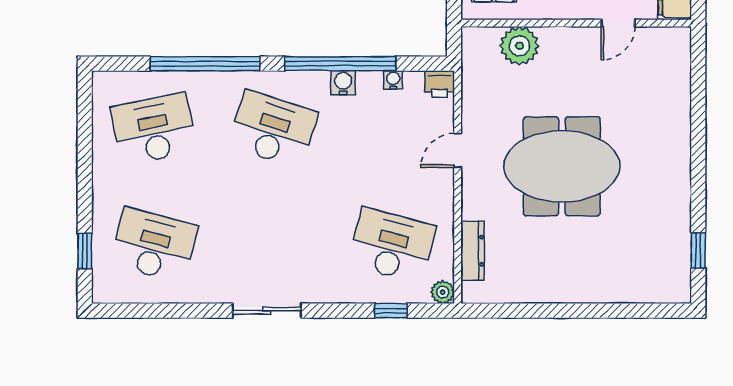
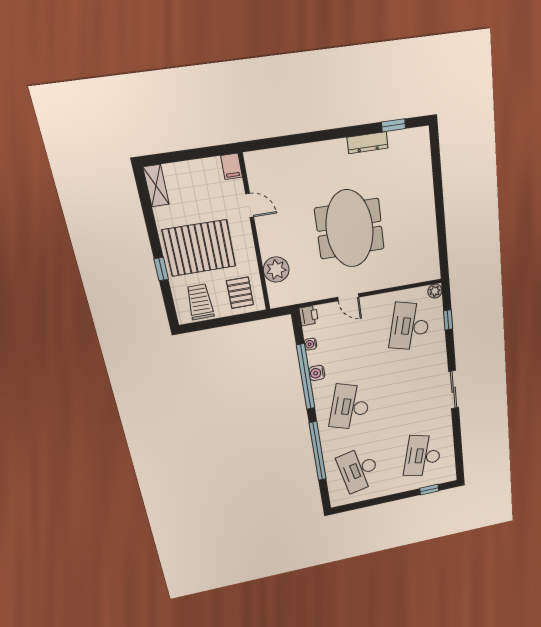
dresser: (473, 251) -> (368, 143), moved, turned 180

